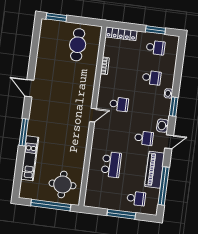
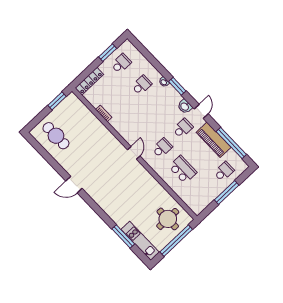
window: (56, 17) -> (57, 101), moved
cafe table: (78, 45) -> (56, 136), moved
school desk: (119, 104) -> (162, 148), moved
window: (24, 132) -> (123, 236), moved
kitchen unit: (30, 158) -> (140, 241), moved

